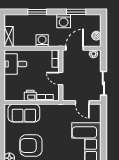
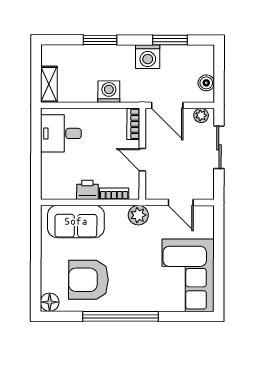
door: (75, 48) -> (167, 105), swing flipped
sliding door: (103, 83) -> (219, 147), moved
plant: (59, 109) -> (138, 215), added

